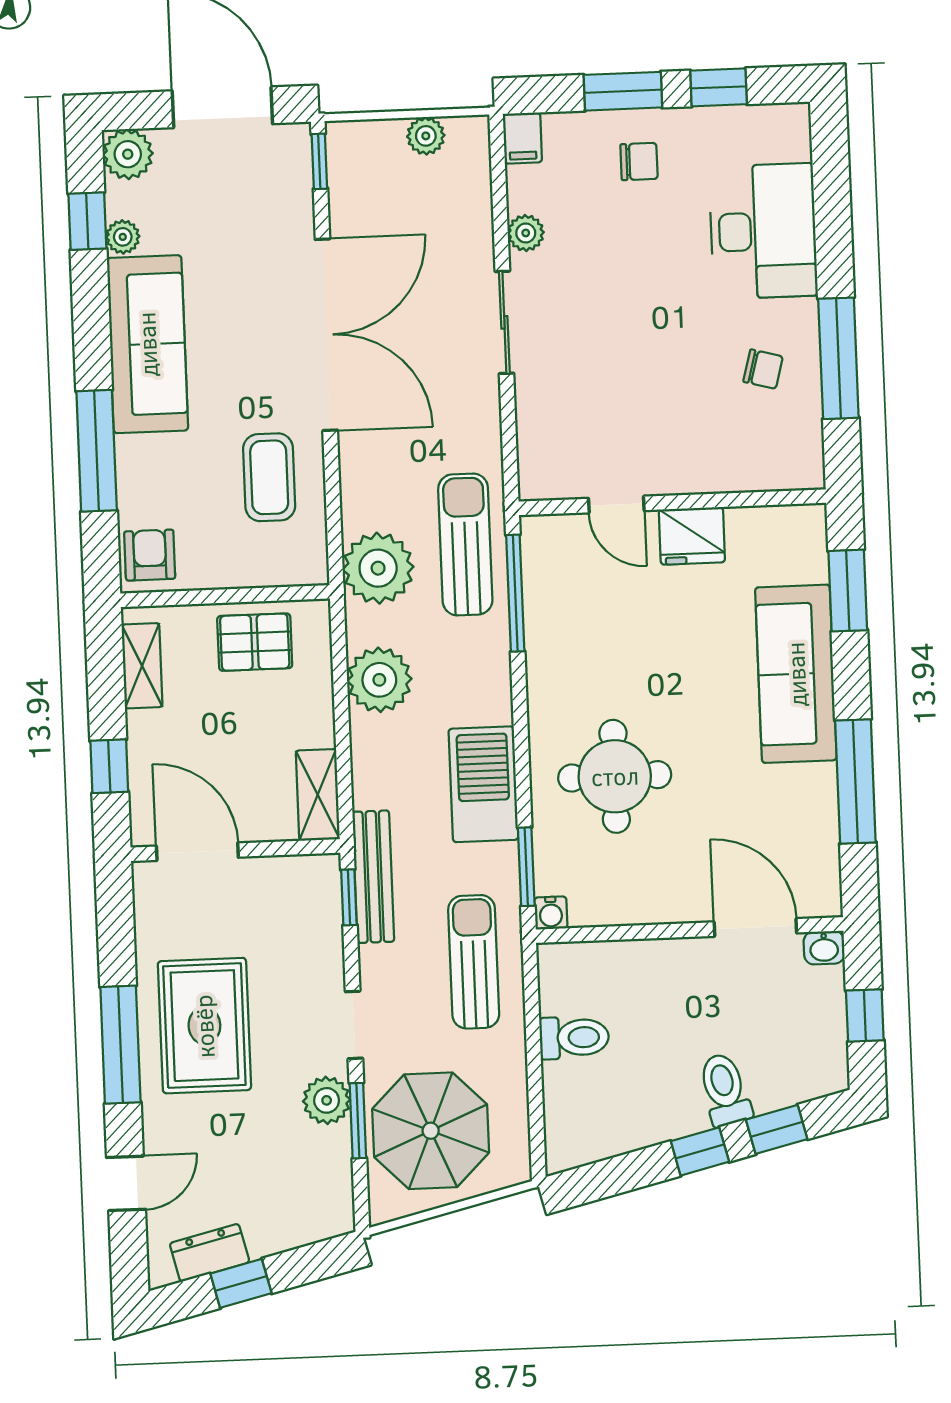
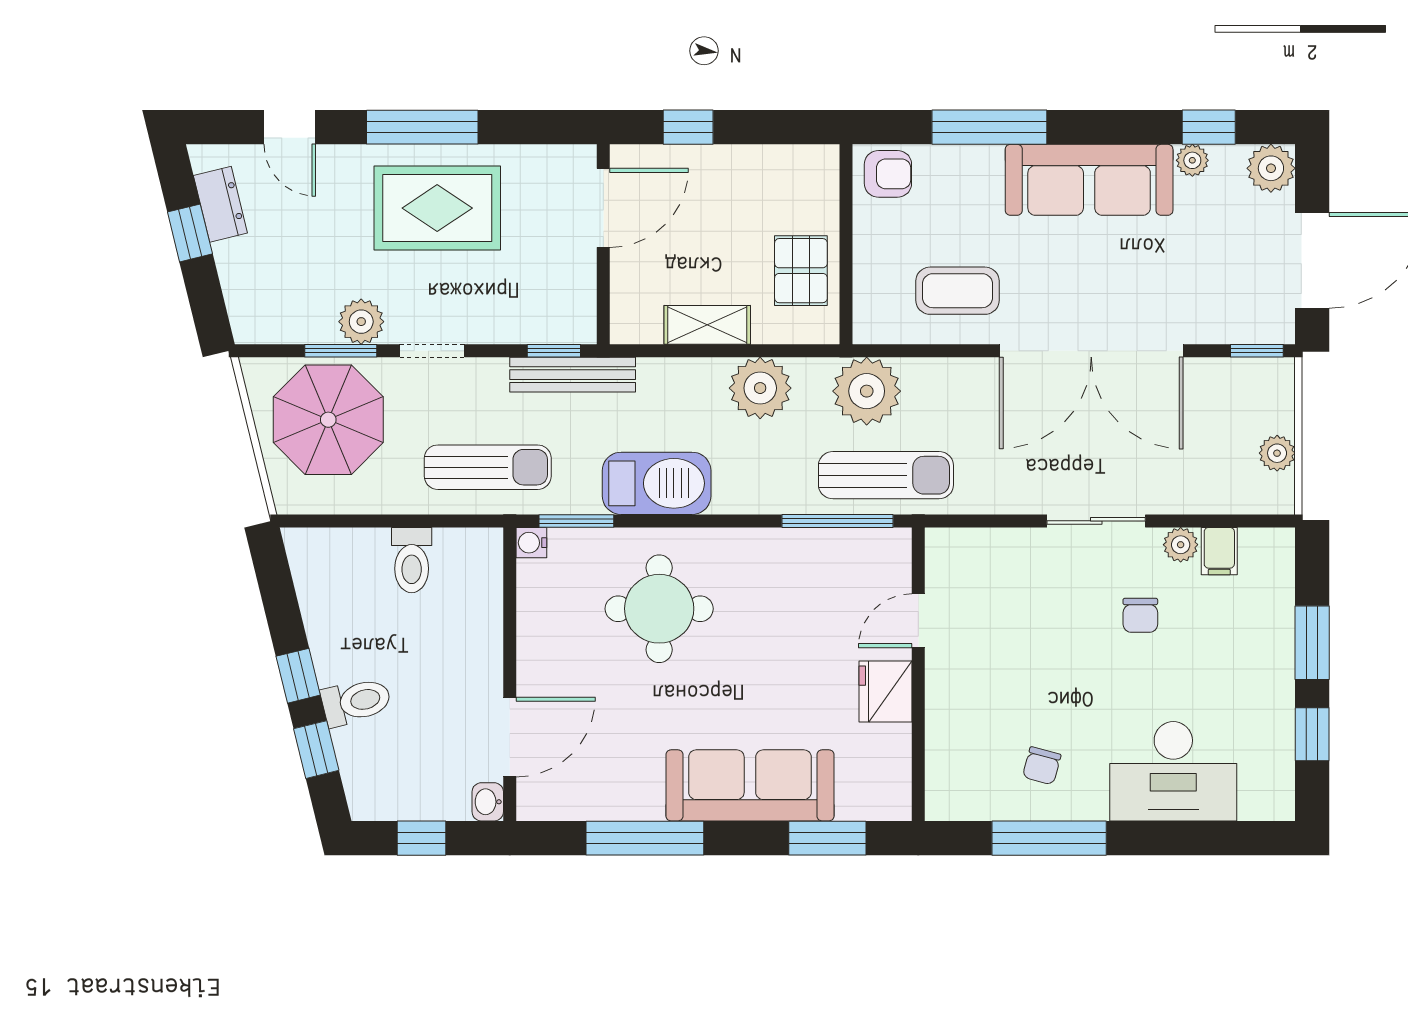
filing cabinet: (522, 138) -> (1219, 551), moved, turned -90
chair: (639, 162) -> (1140, 615), moved
shelving: (142, 666) -> (783, 162), removed
shelving: (318, 795) -> (707, 325), moved

